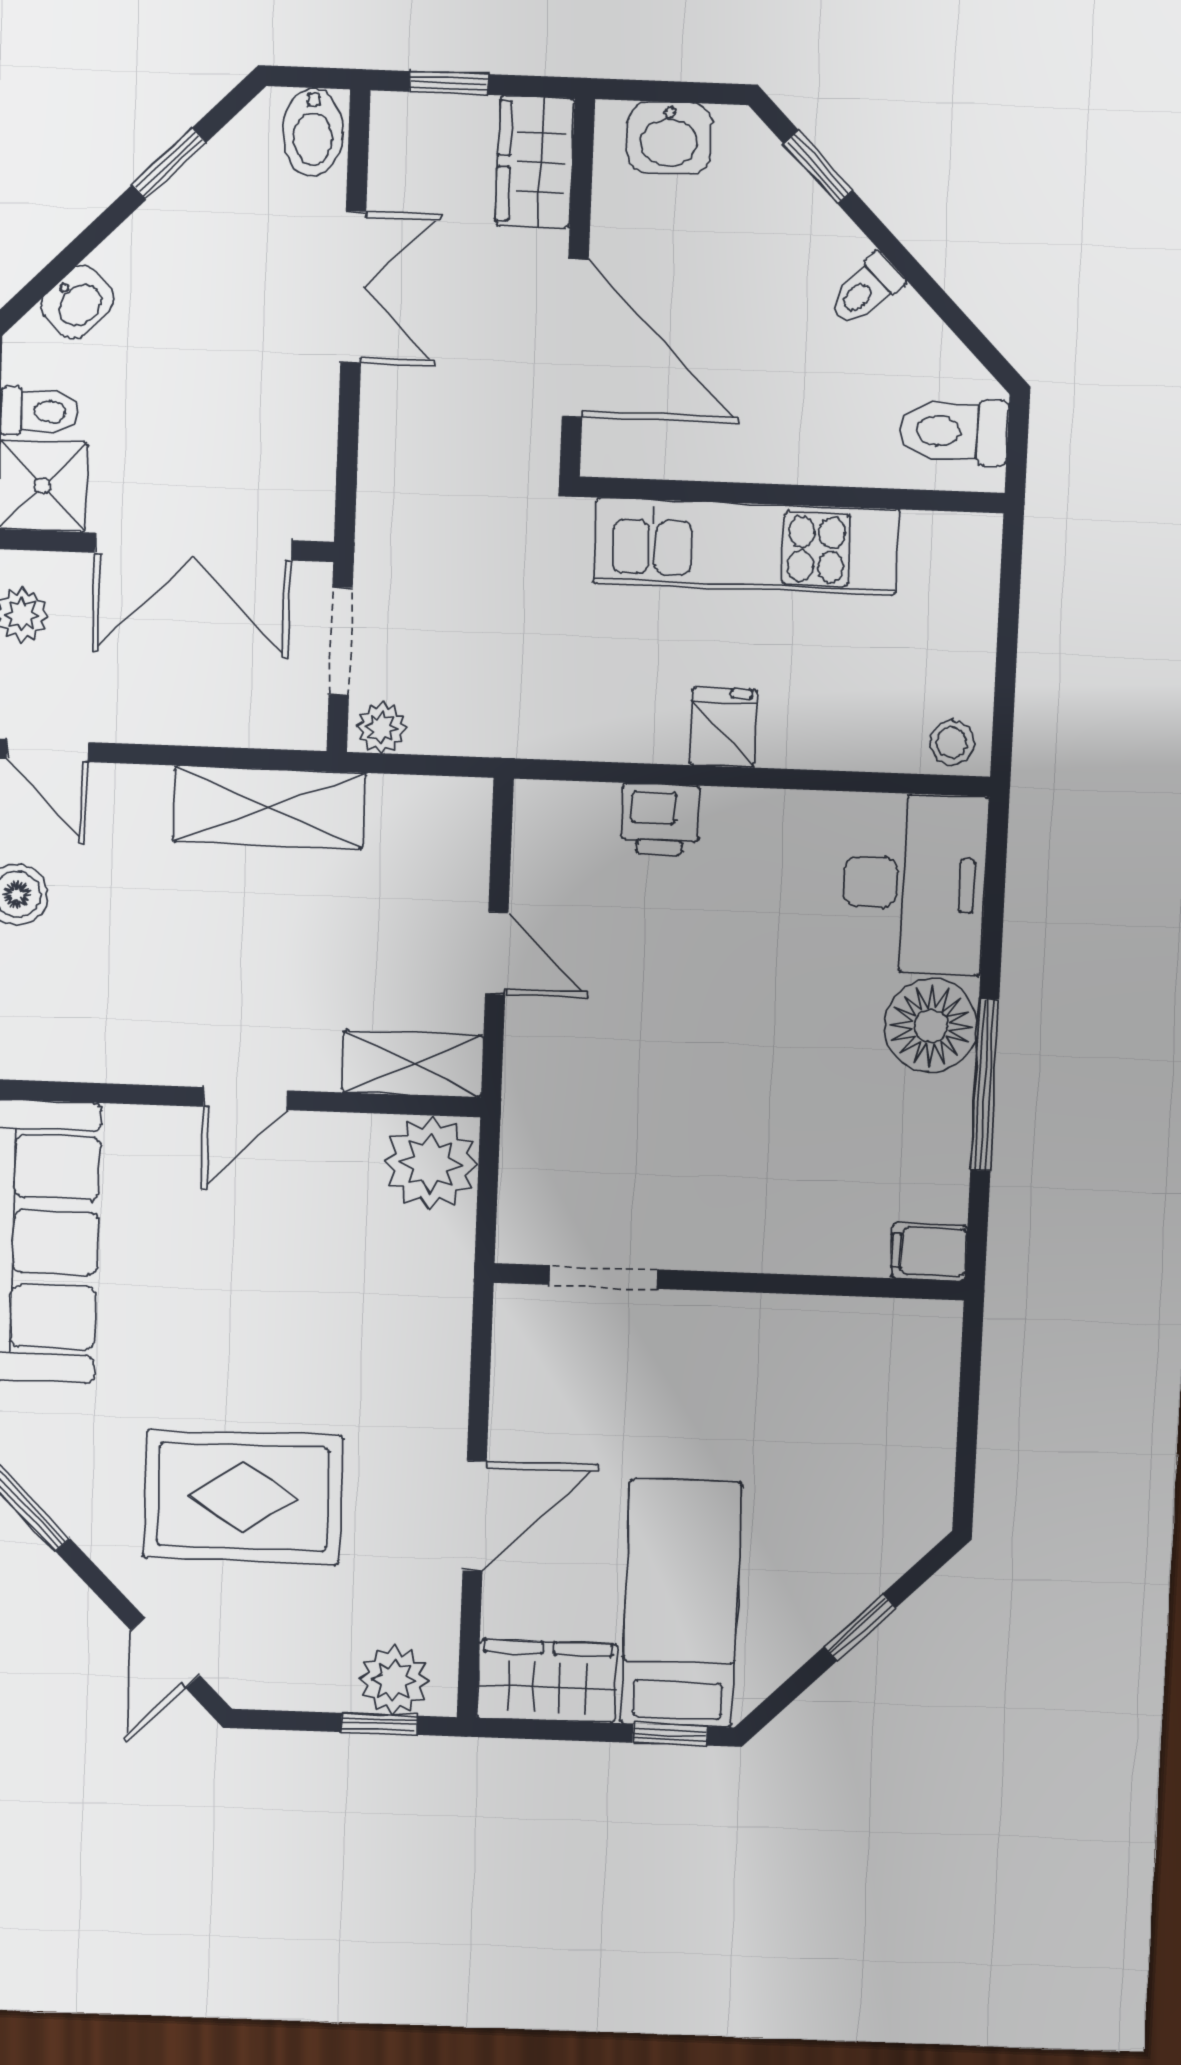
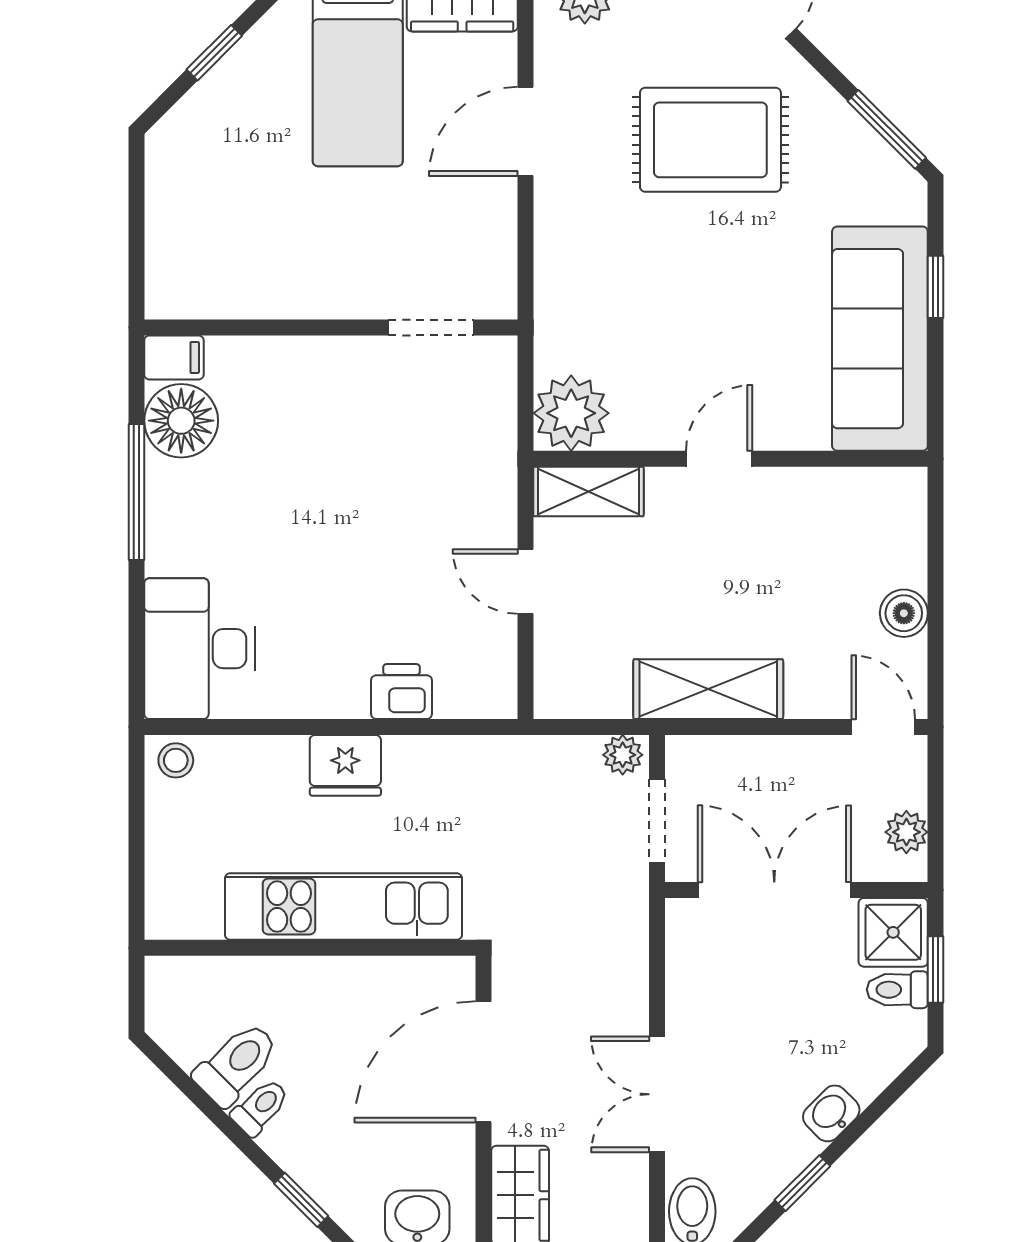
washbasin: (78, 302) -> (831, 1113), moved
door: (575, 338) -> (483, 1062), hinge flipped
toilet: (953, 432) -> (236, 1064), moved, turned -45
fridge: (723, 727) -> (345, 765), width x1.38
floor lamp: (931, 1026) -> (181, 421), moved

